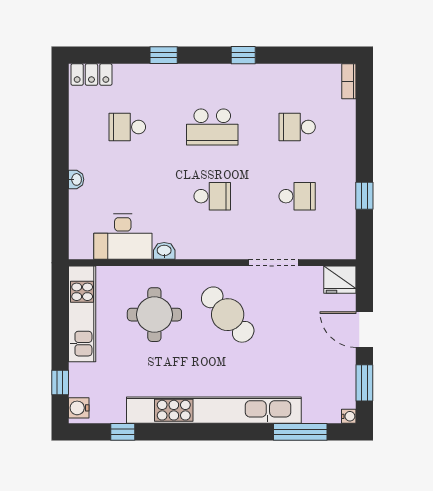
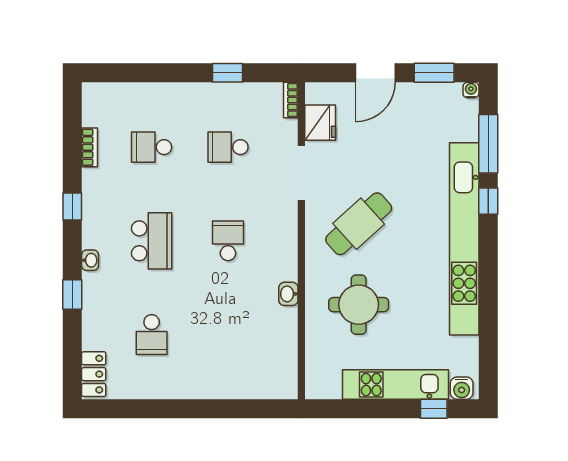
bookcase: (349, 81) -> (90, 147), moved, turned -90
school desk: (297, 127) -> (152, 147), turned 90
washbasin: (76, 179) -> (90, 260), moved, turned 90
school desk: (297, 196) -> (228, 147), turned -90
desk: (123, 237) -> (273, 340), removed
bookcase: (340, 253) -> (291, 100), added
fridge: (340, 280) -> (320, 123), moved
kitchen unit: (82, 314) -> (396, 385), moved
window: (123, 432) -> (488, 201), moved

